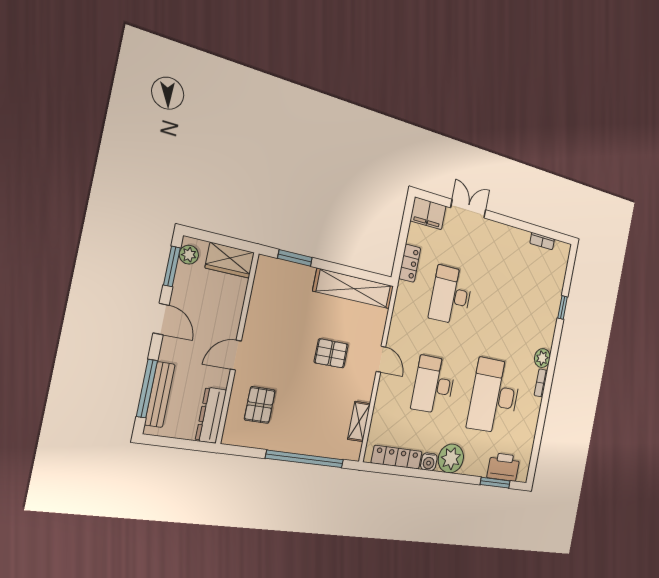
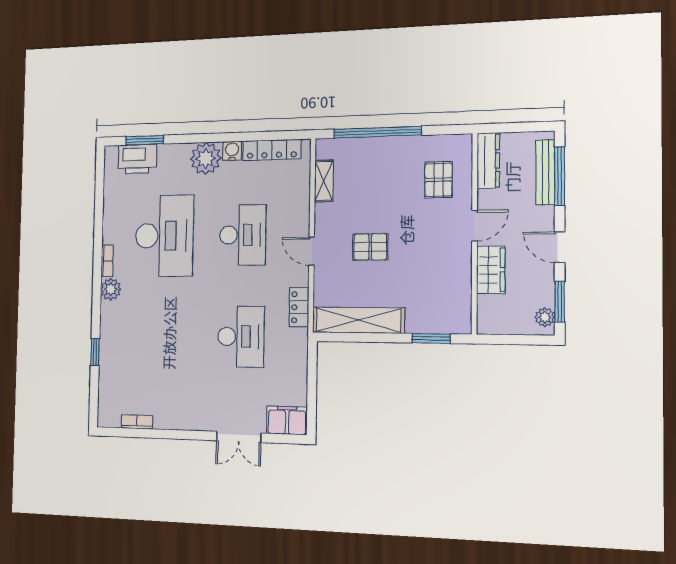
wardrobe: (230, 260) -> (491, 270), moved, turned 90
locker: (410, 263) -> (299, 307), moved

